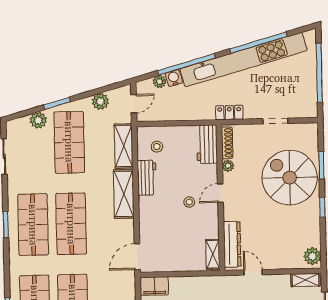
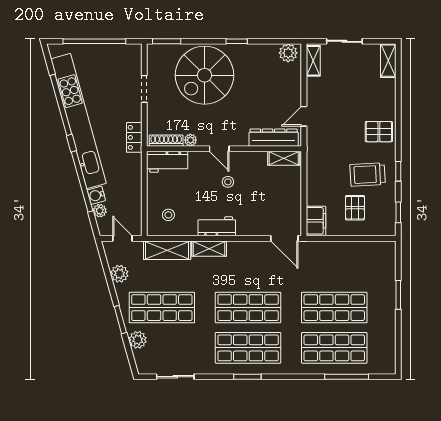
window: (321, 165) -> (167, 41), moved
workbench: (147, 178) -> (217, 226), moved
shelving: (124, 194) -> (209, 249), width x0.67, depth x0.75

